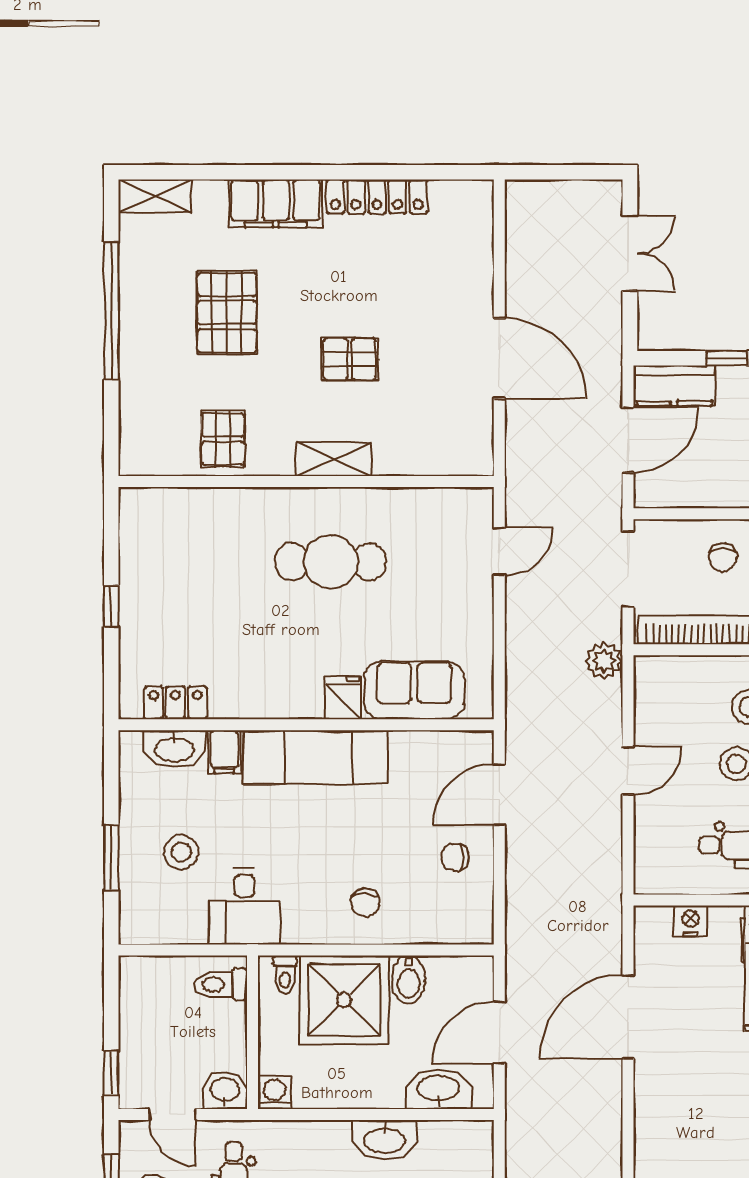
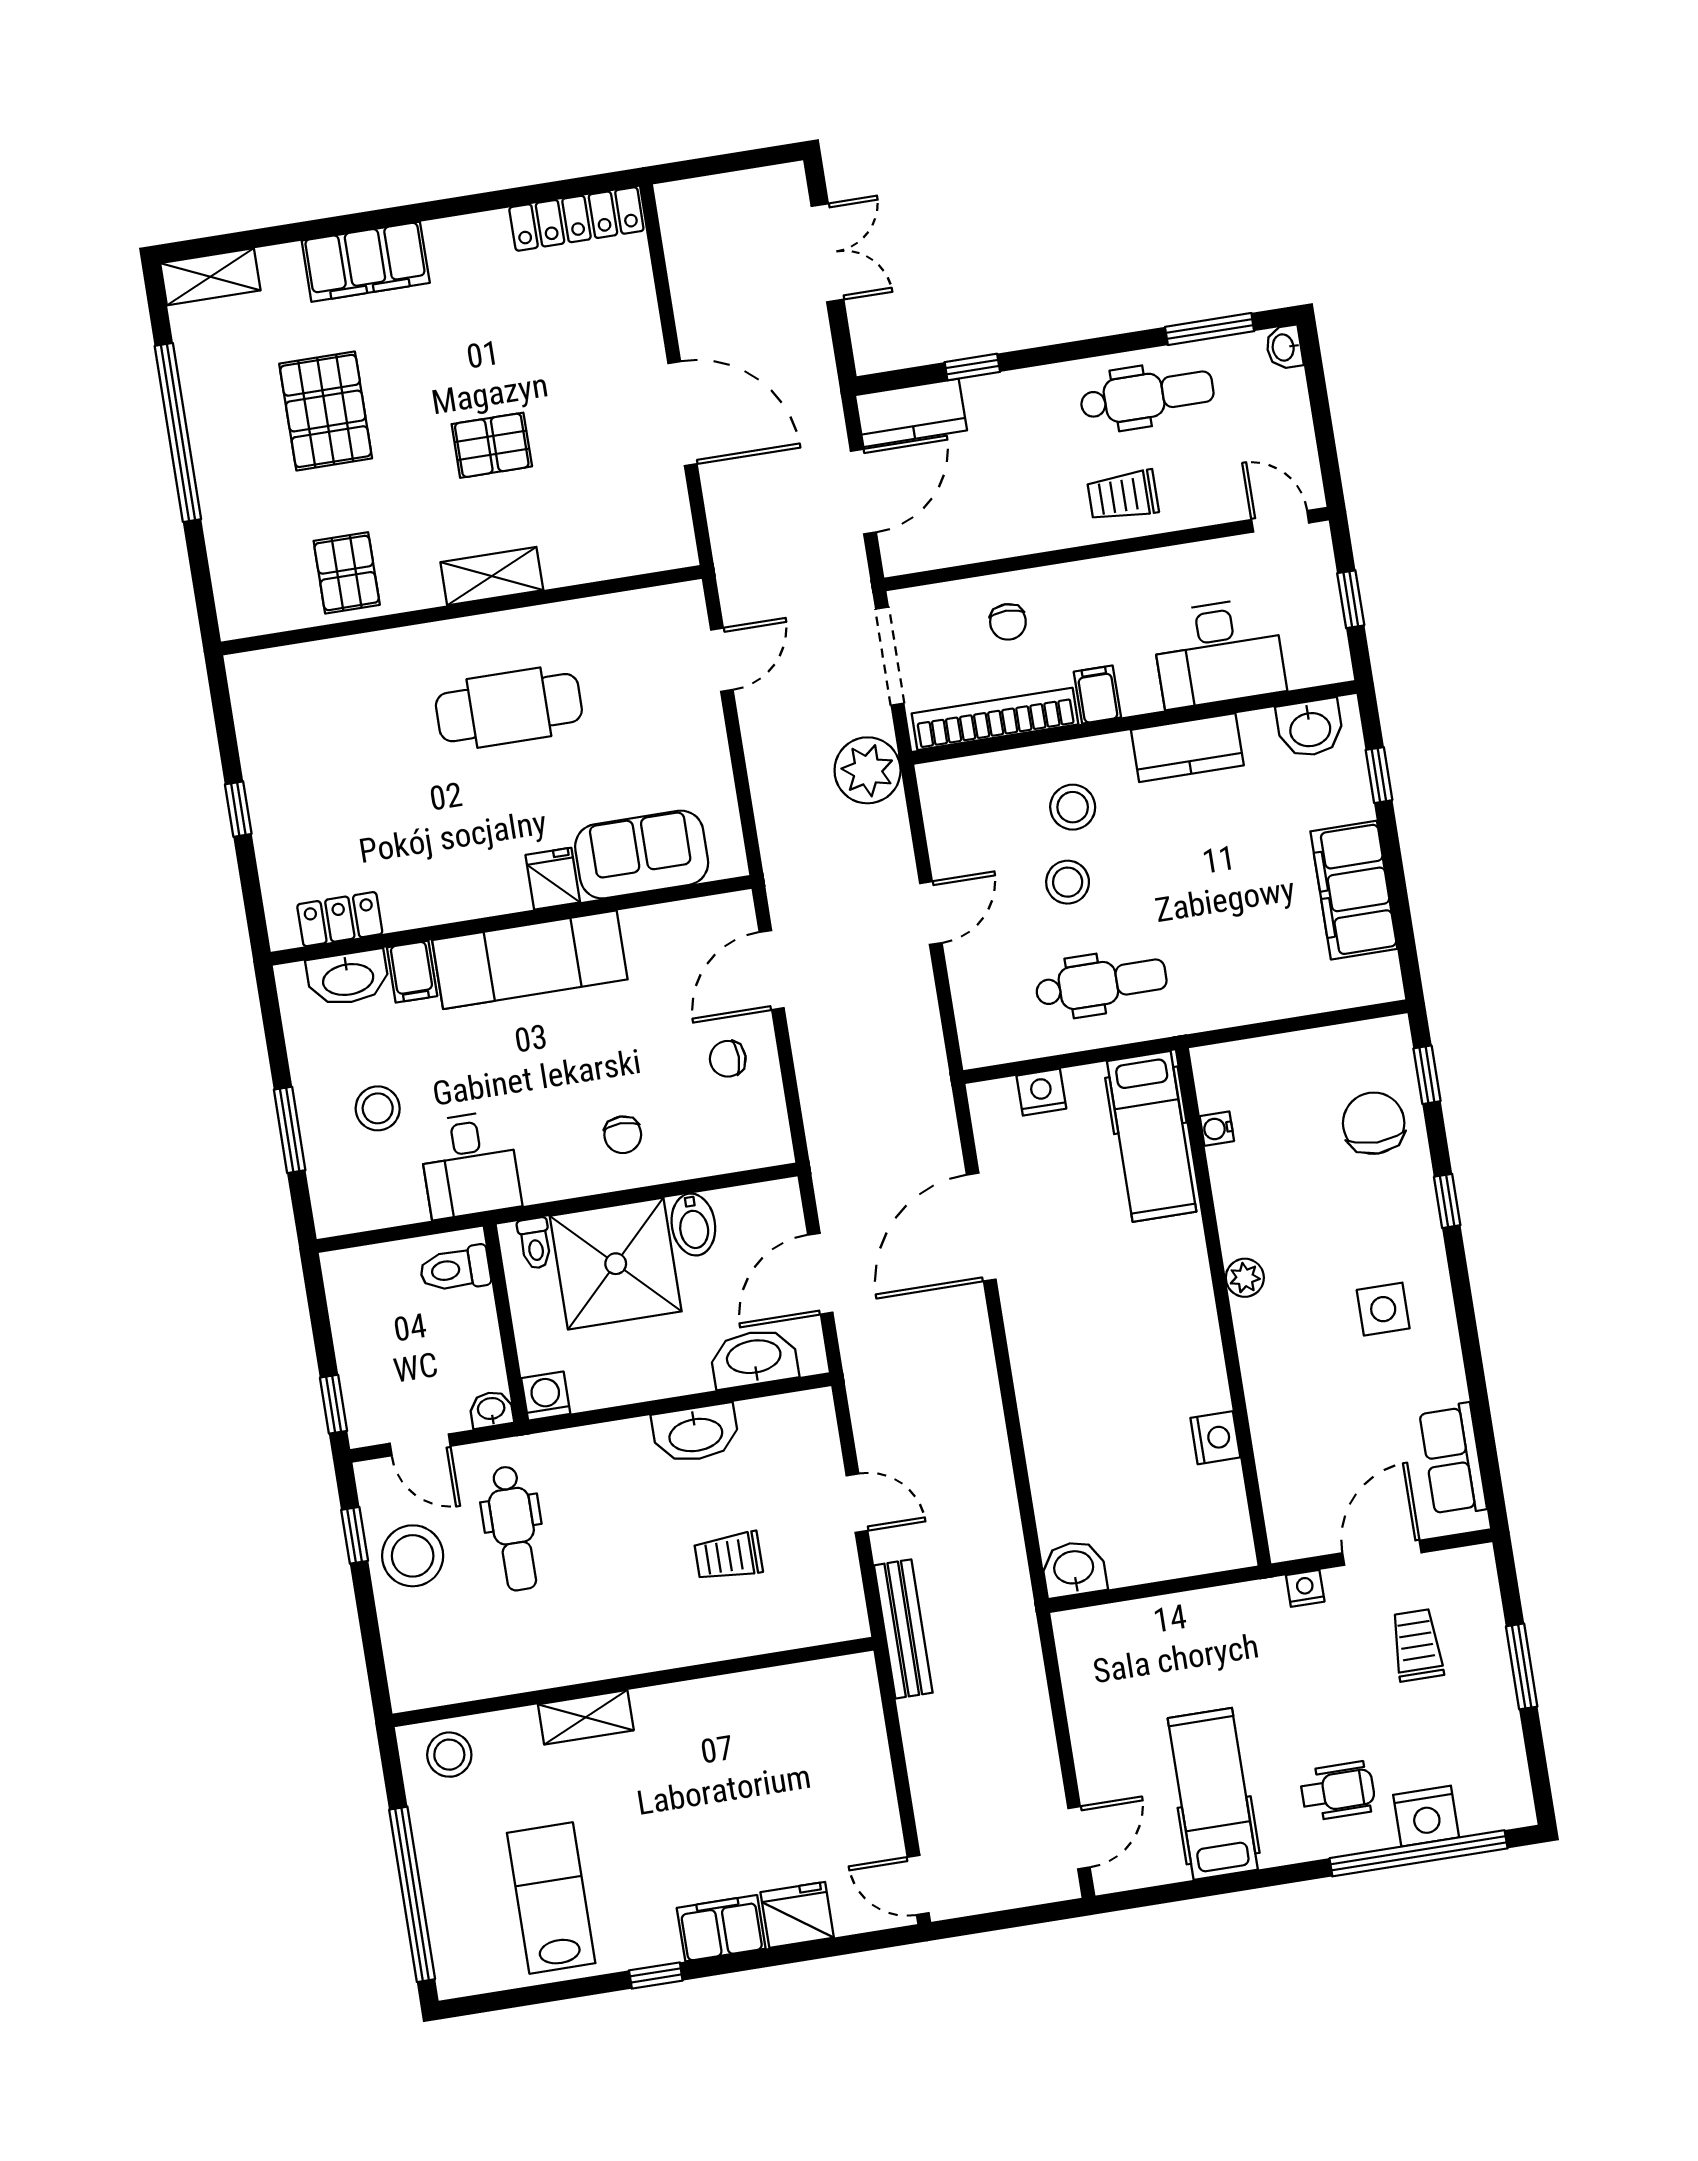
locker: (377, 197) -> (576, 219), moved
plant: (604, 661) -> (868, 770), width x1.36, depth x1.36
washbasin: (225, 1090) -> (491, 1409), width x0.72, depth x0.69

